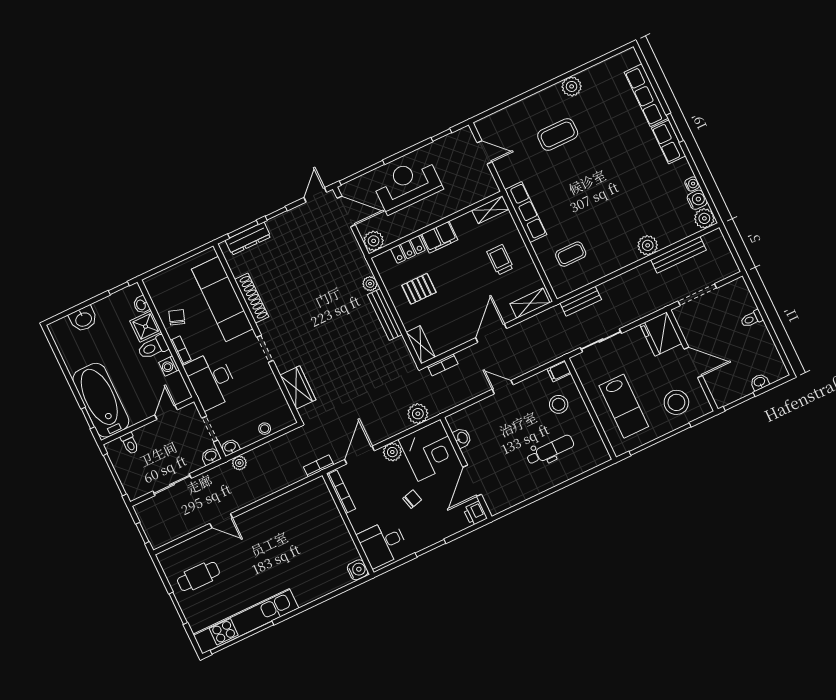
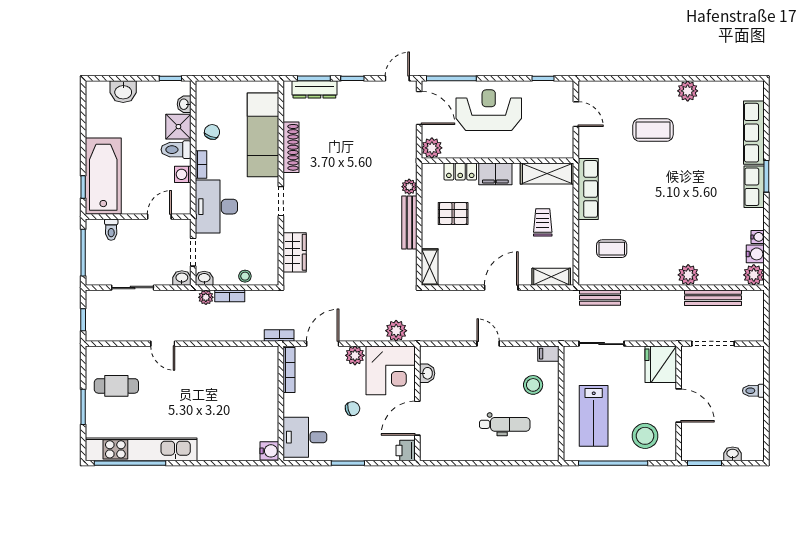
shelving: (490, 210) -> (547, 174), width x1.50, depth x1.33
bookcase: (443, 365) -> (230, 296), moved

